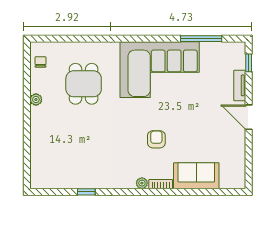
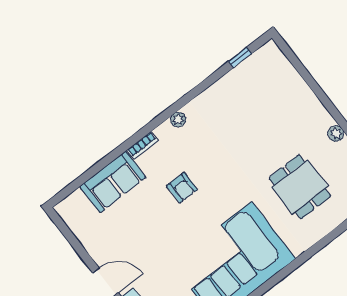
plant: (142, 183) -> (178, 120), moved
window: (86, 192) -> (240, 57), moved

